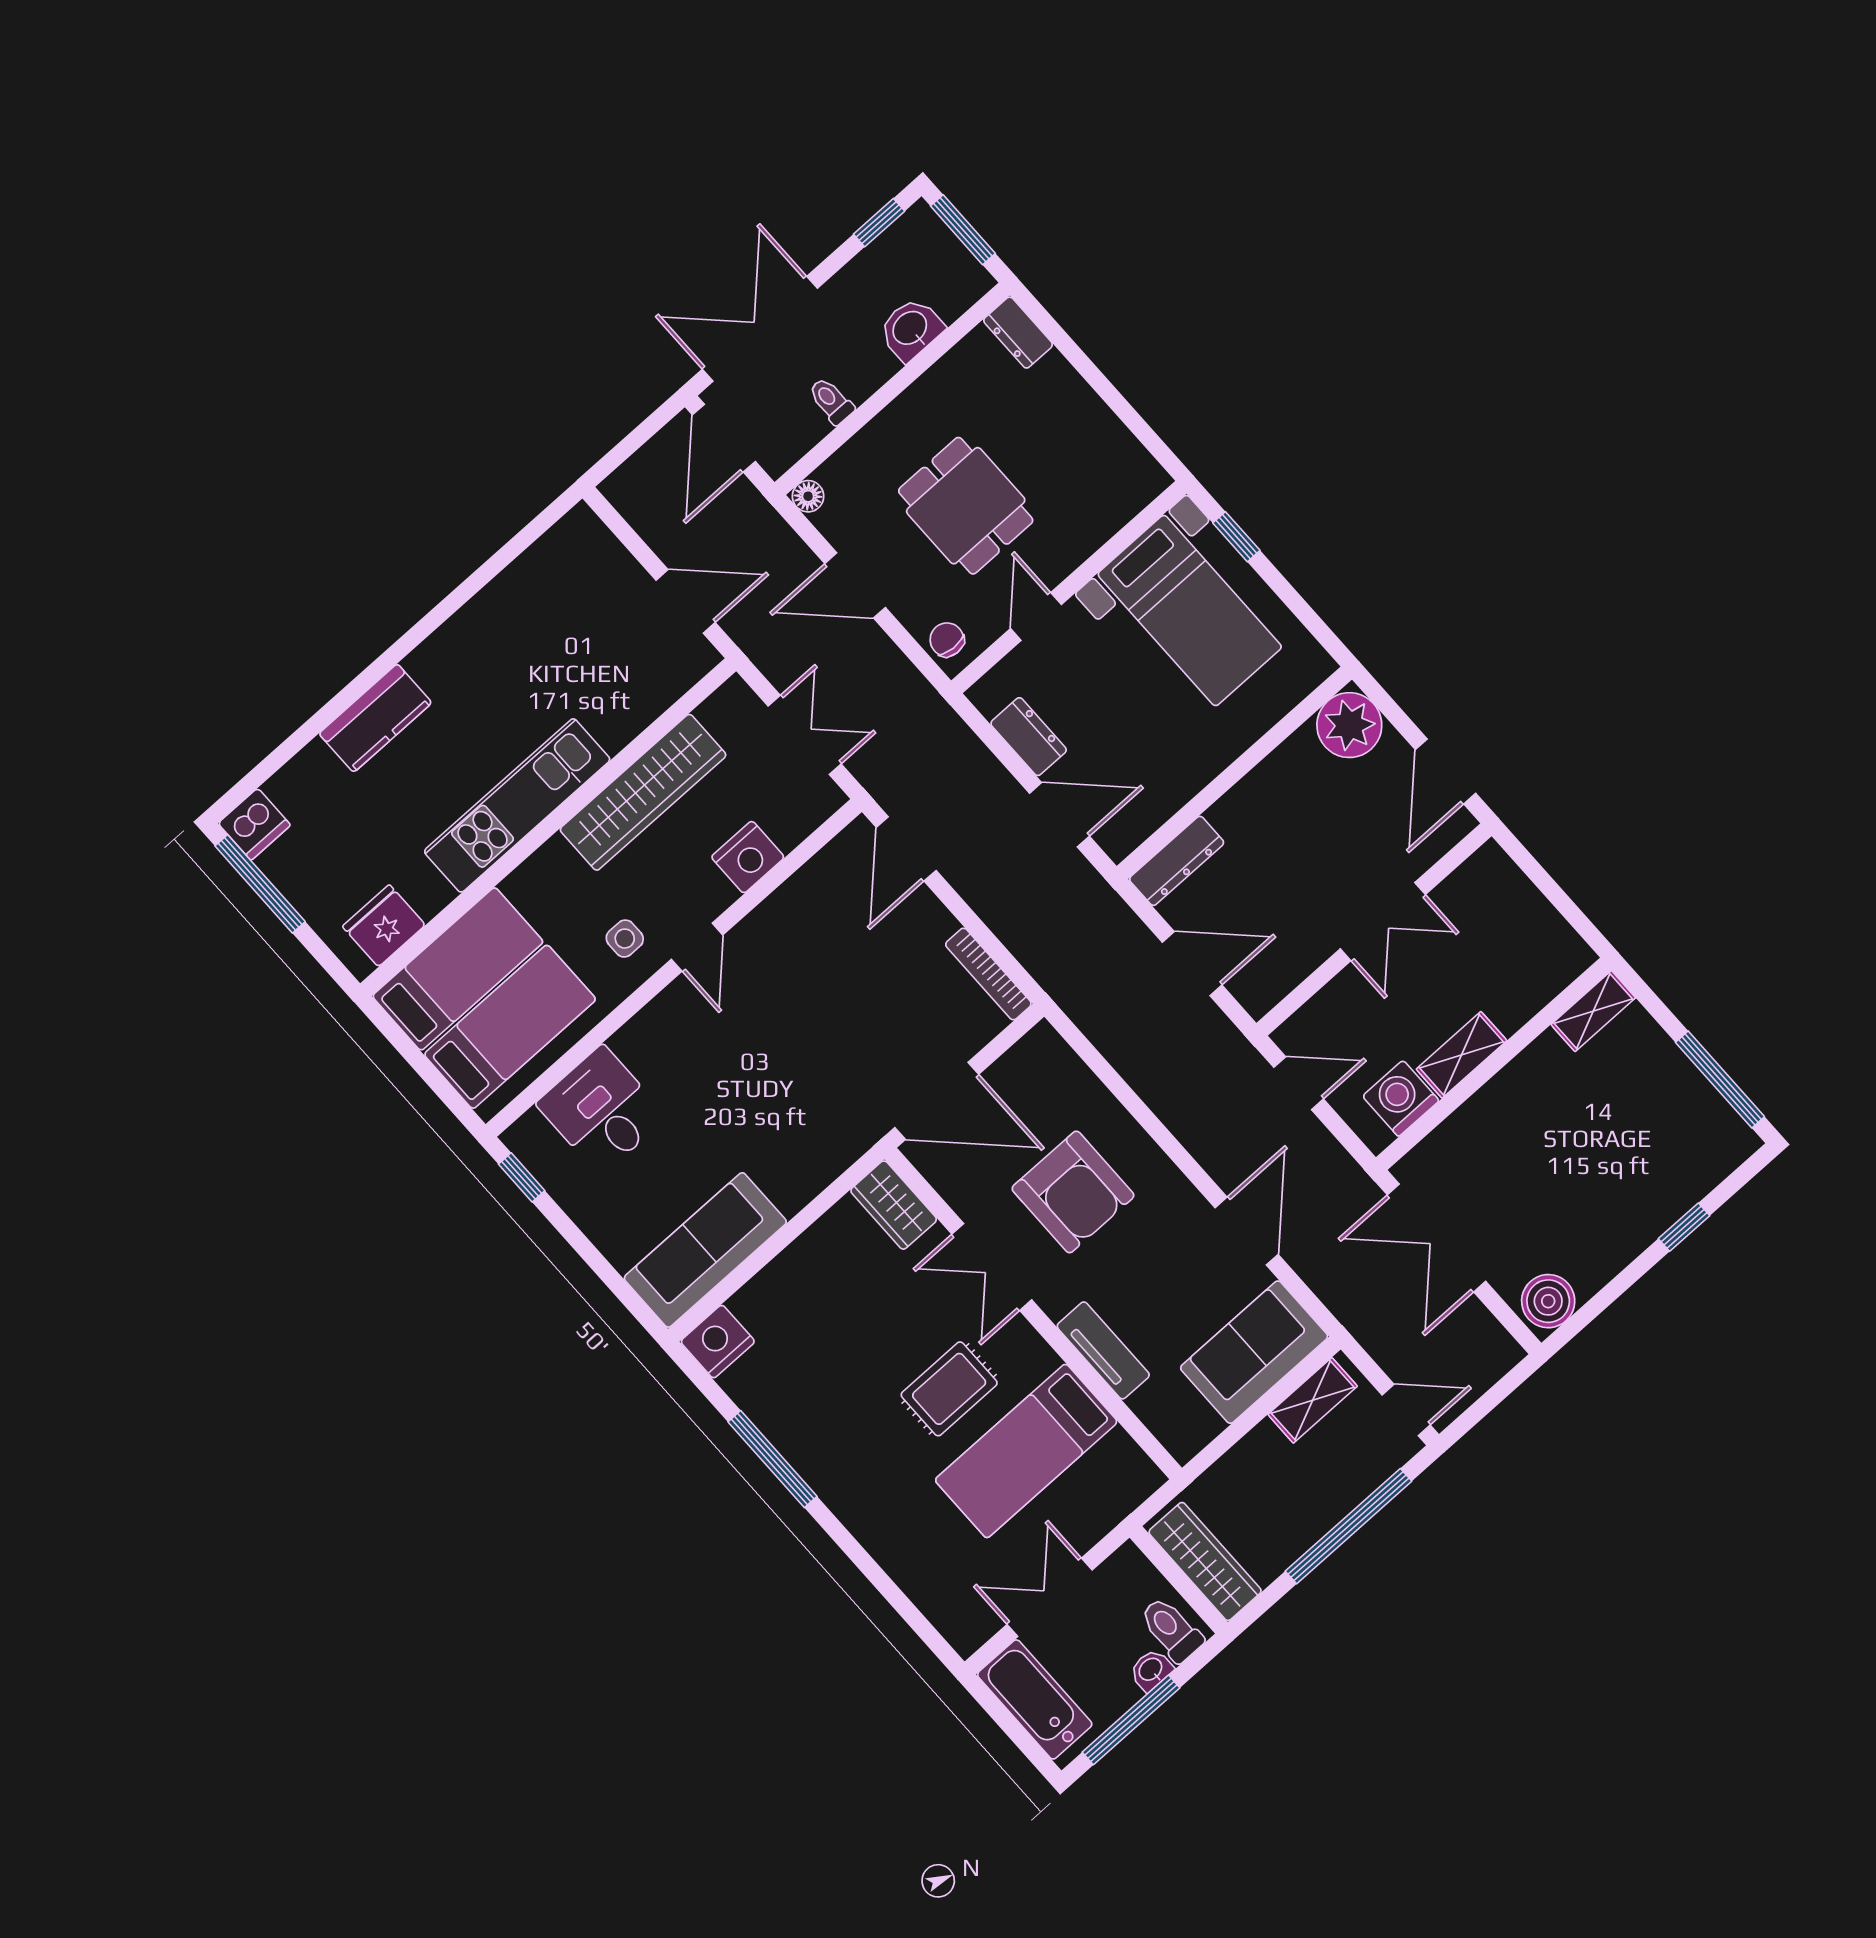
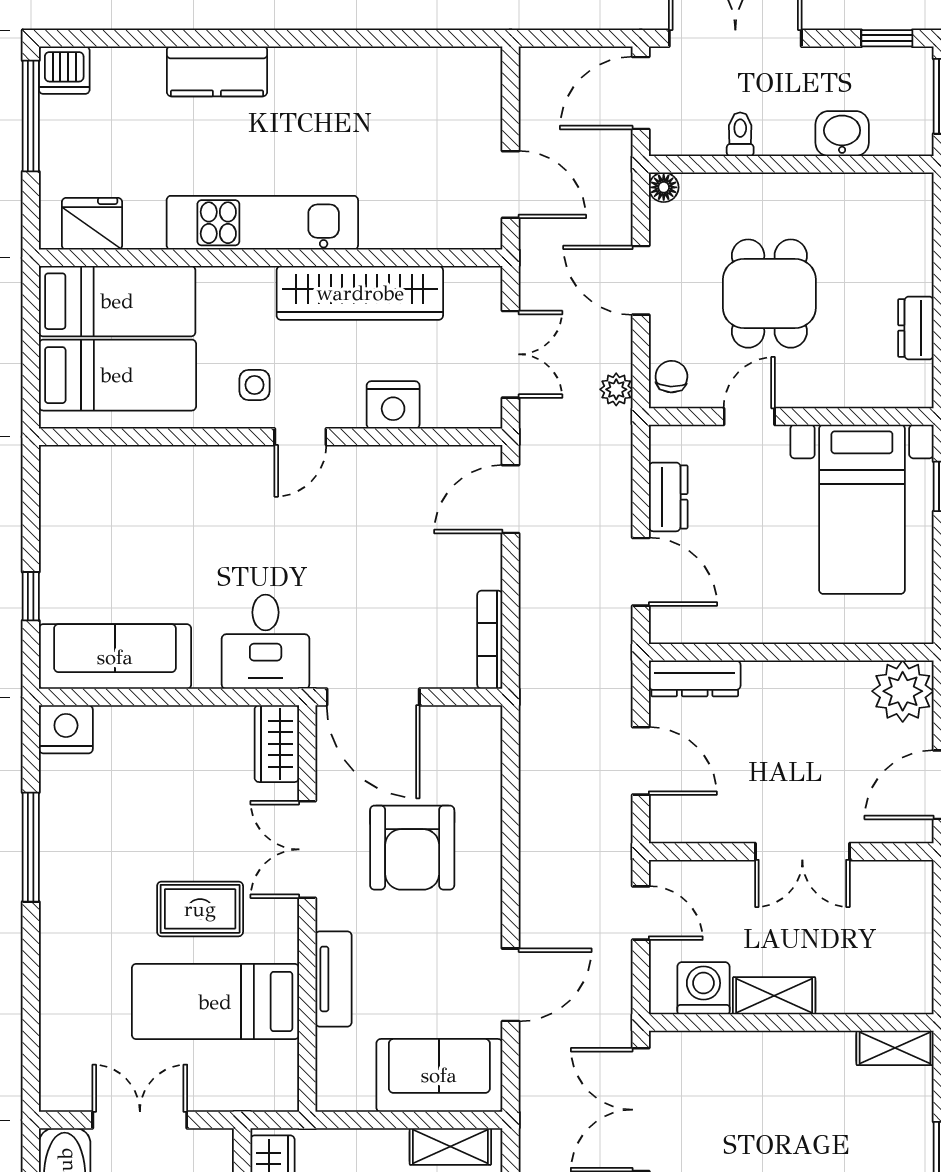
dresser: (1018, 333) -> (916, 328), moved
plant: (912, 688) -> (616, 389), added
desk: (602, 1110) -> (266, 642), moved, turned 180
window: (522, 1177) -> (31, 596), moved

